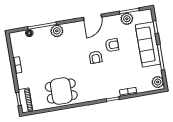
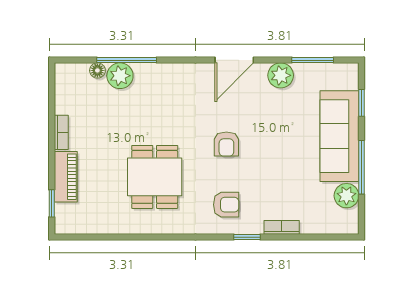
plant: (127, 19) -> (281, 75), moved
plant: (57, 31) -> (120, 76), moved
armchair: (112, 45) -> (226, 205), moved
plant: (158, 82) -> (346, 196), moved
dining table: (61, 91) -> (155, 177), moved, turned 90
piano: (26, 100) -> (66, 177), moved

